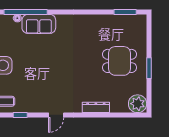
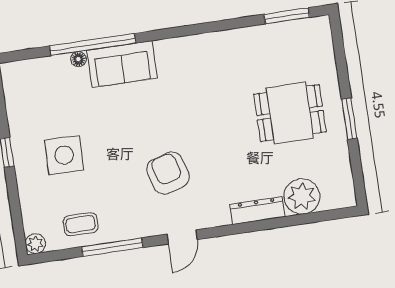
armchair: (54, 82) -> (168, 173), added
plant: (138, 104) -> (302, 196), moved
window: (20, 115) -> (112, 247), width x2.17

